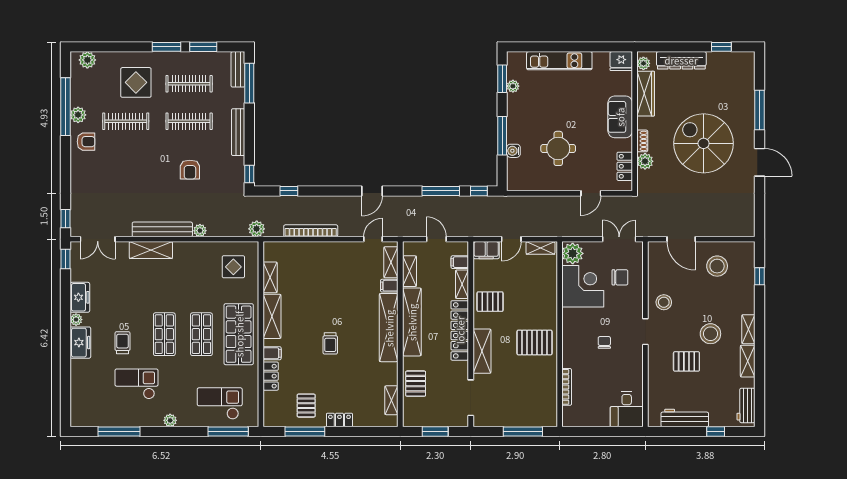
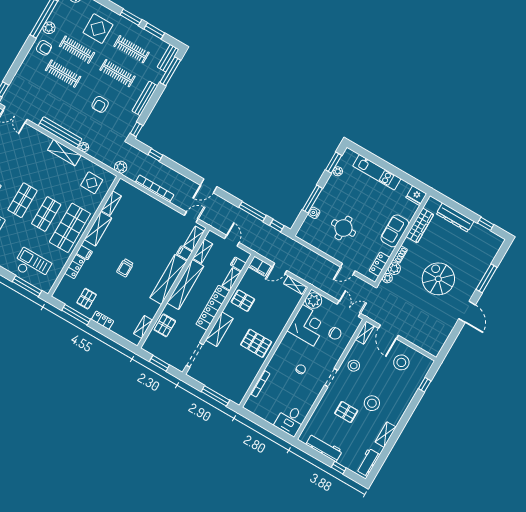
plant: (643, 63) -> (387, 278), moved
spiral stairs: (704, 143) -> (438, 279), width x0.73, depth x0.73
clothes rail: (126, 159) -> (63, 74), added
shelving: (151, 250) -> (64, 153), moved
shelving: (748, 329) -> (365, 333), moved

